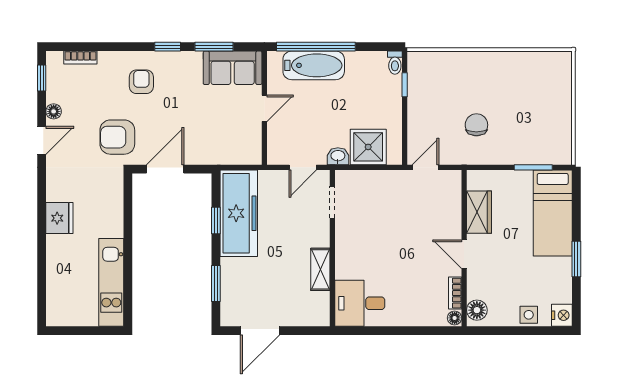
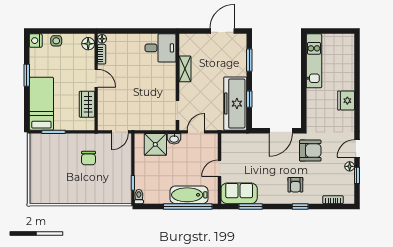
window: (168, 47) -> (300, 206), moved
window: (42, 78) -> (357, 175), moved

